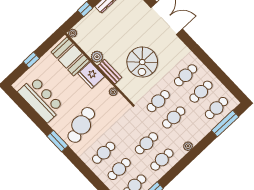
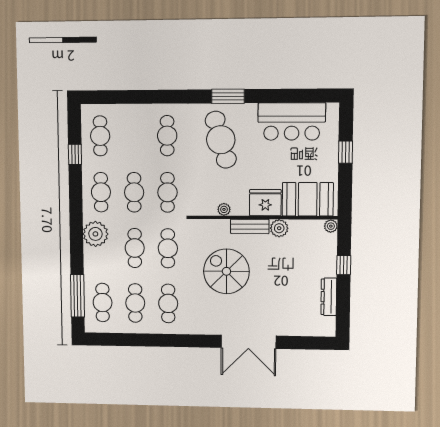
plant: (188, 146) -> (95, 234), width x1.87, depth x1.87
cafe table: (119, 169) -> (167, 192), moved

